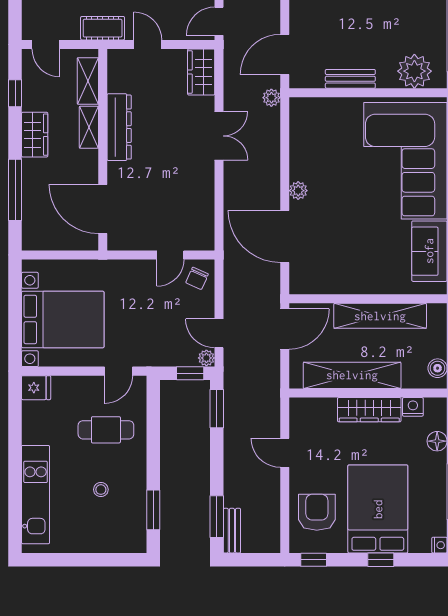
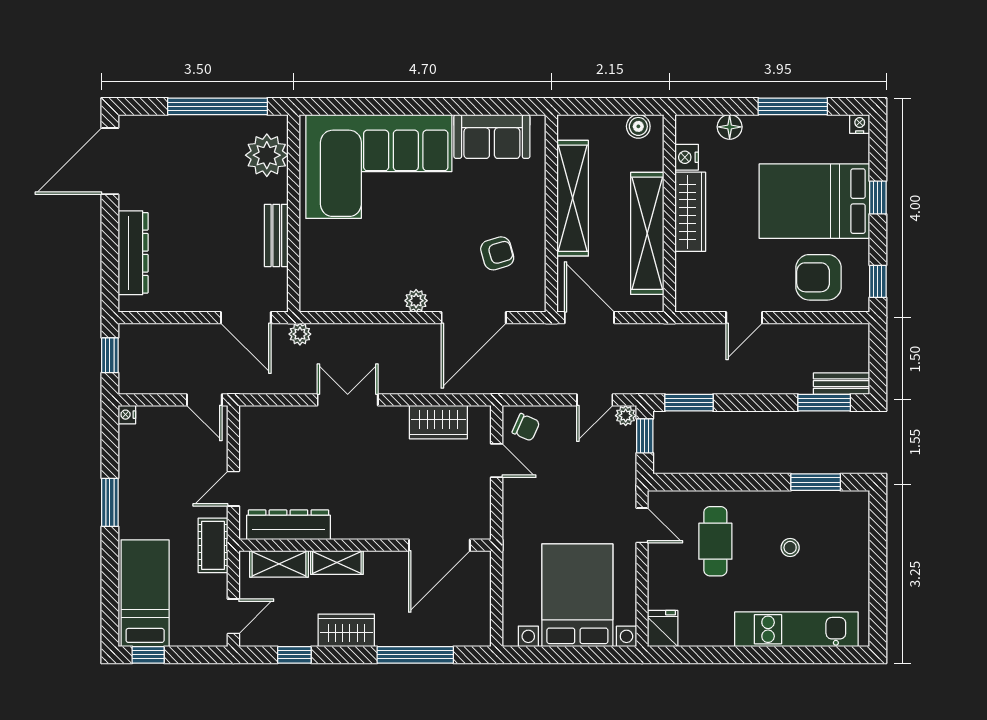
wardrobe: (201, 72) -> (438, 422), moved
dresser: (119, 127) -> (288, 525), moved
armchair: (336, 255) -> (497, 253), added

